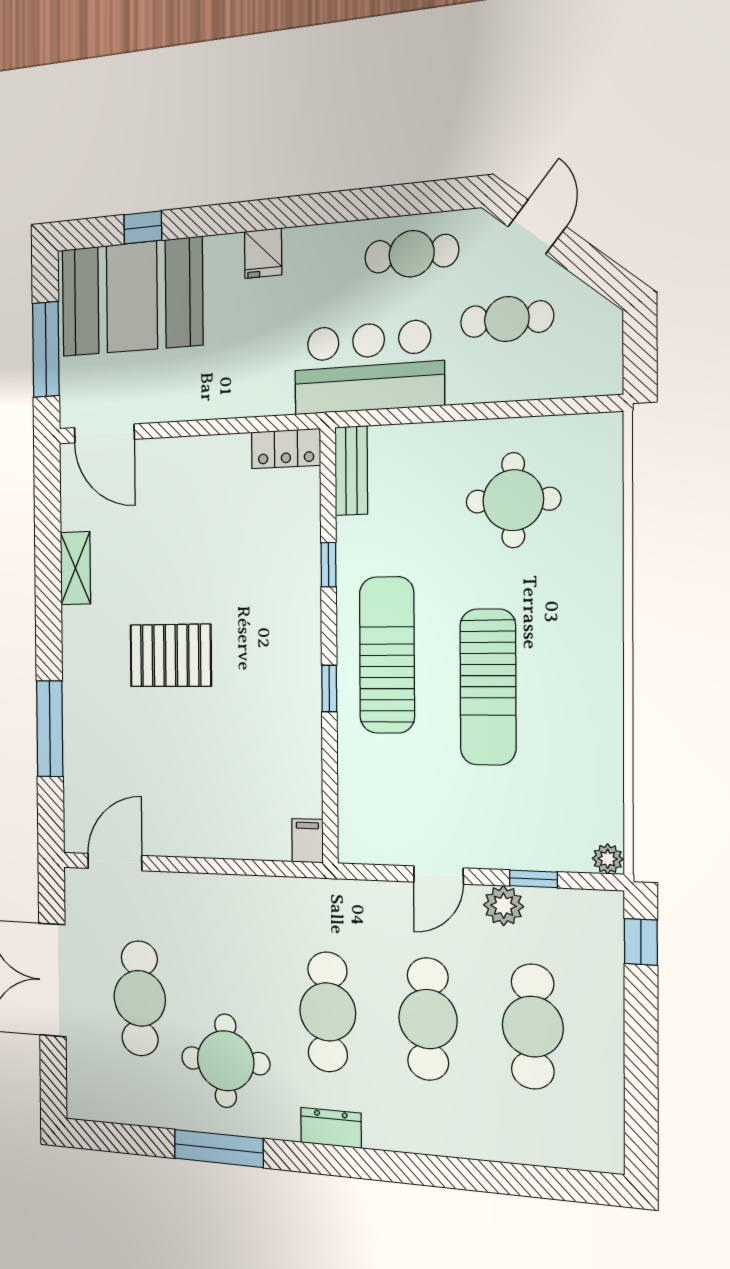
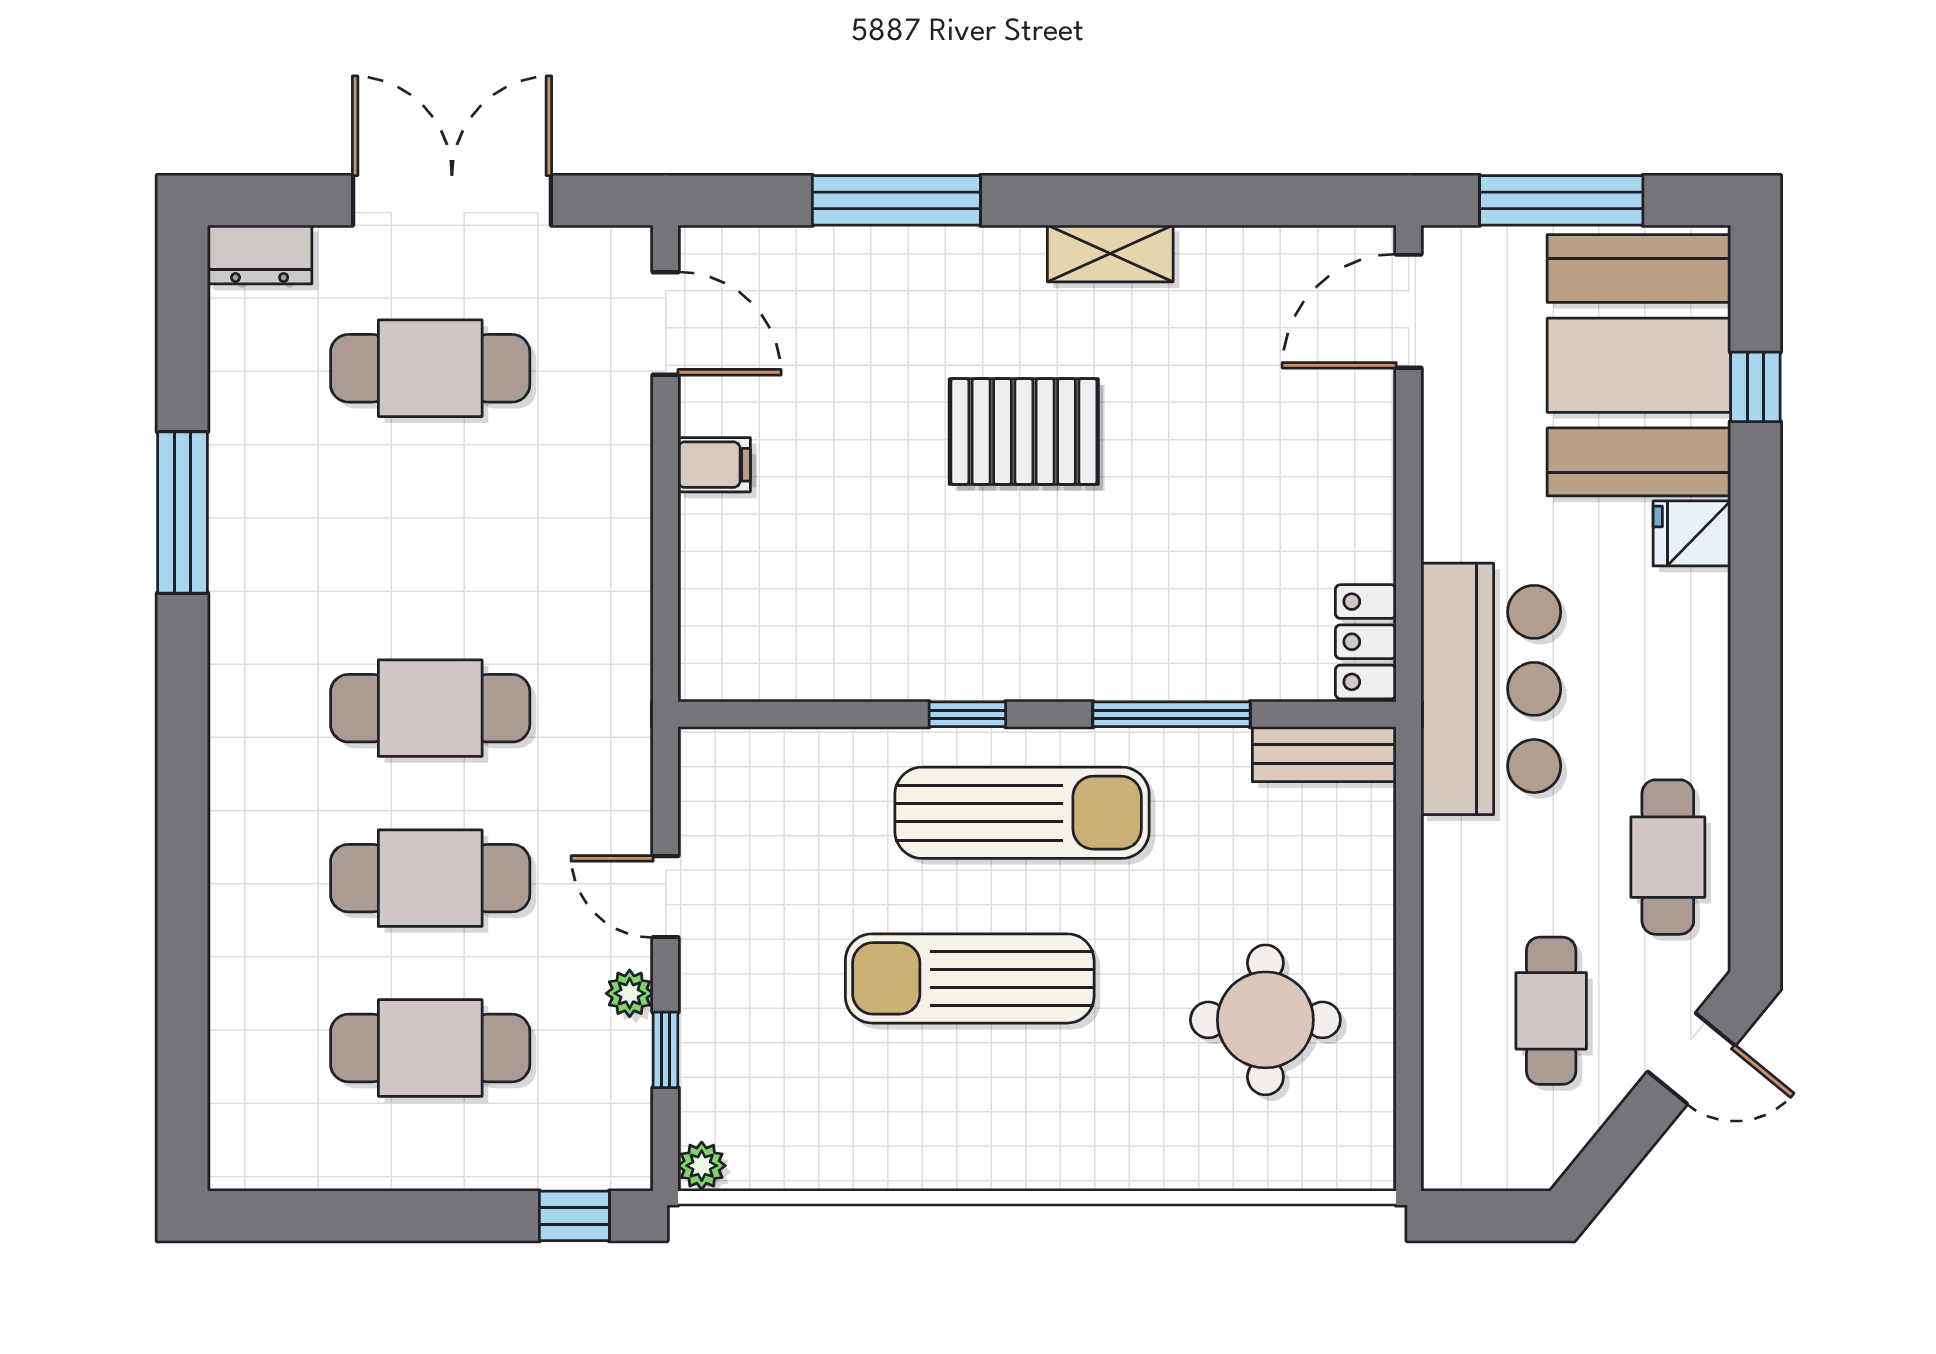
fridge: (263, 253) -> (1692, 533), moved
bar counter: (369, 367) -> (1491, 689), moved
window: (329, 565) -> (1171, 714), width x2.17
shelving: (75, 568) -> (1110, 253), moved
pallet: (171, 655) -> (1024, 432), turned 90
filing cabinet: (307, 841) -> (714, 465), moved
plant: (504, 906) -> (630, 993), width x0.73, depth x0.73
round table: (226, 1061) -> (334, 526), removed
dresser: (331, 1128) -> (260, 255), moved, turned 90

